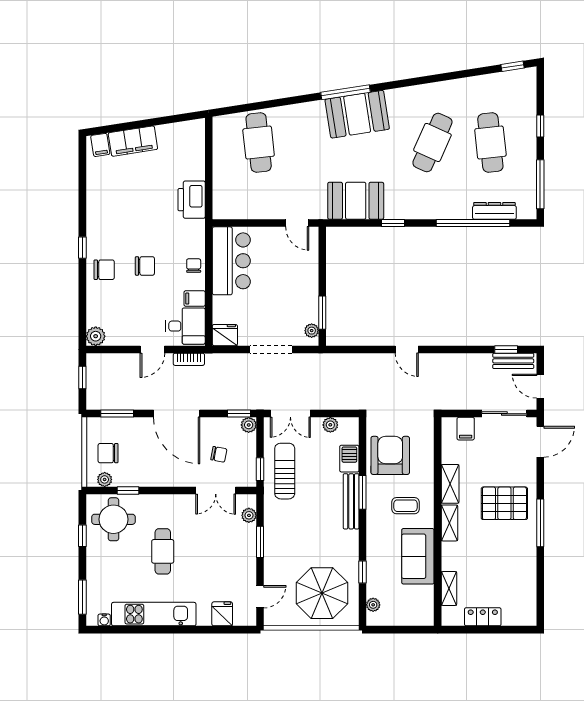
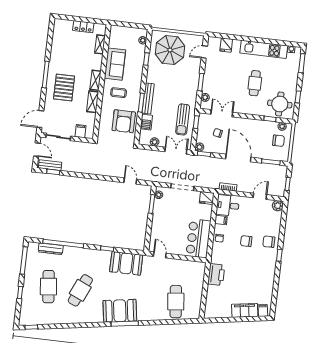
door: (152, 349) -> (260, 196), moved
door: (407, 349) -> (130, 181), moved
pallet: (504, 503) -> (64, 88), turned 90

